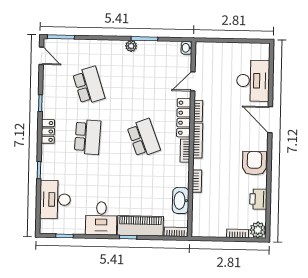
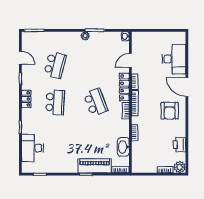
door: (41, 56) -> (20, 58), moved
school desk: (89, 85) -> (55, 65), turned 33
armchair: (254, 163) -> (170, 111), moved, turned 180
desk: (101, 218) -> (66, 161), removed

